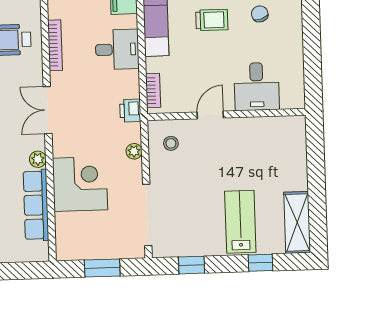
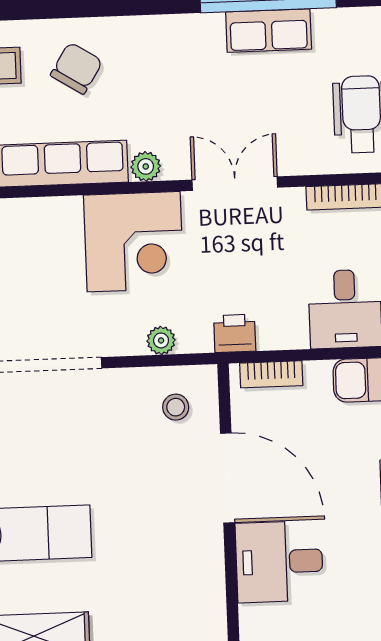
door: (210, 115) -> (227, 478), width x1.88
corner desk: (80, 184) -> (134, 242), moved

